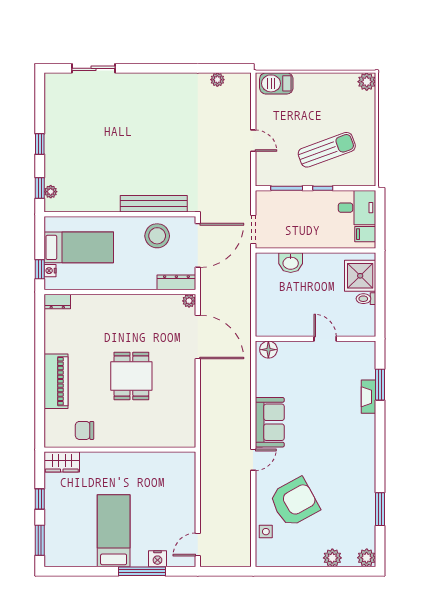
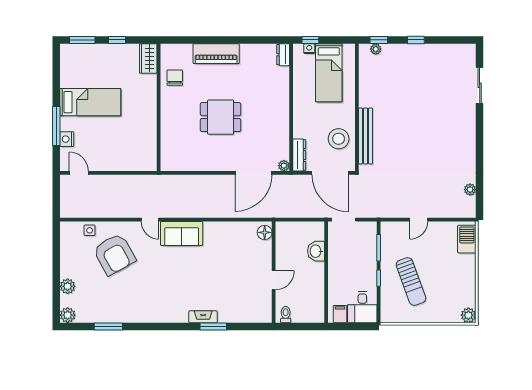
shower: (360, 276) -> (305, 310), removed
wall: (315, 339) -> (274, 272), moved
door: (325, 339) -> (274, 280), moved
floor lamp: (268, 350) -> (265, 232), moved

